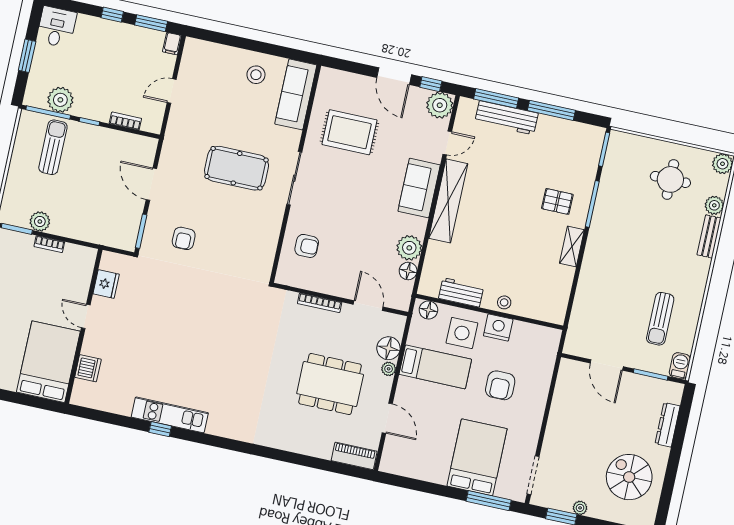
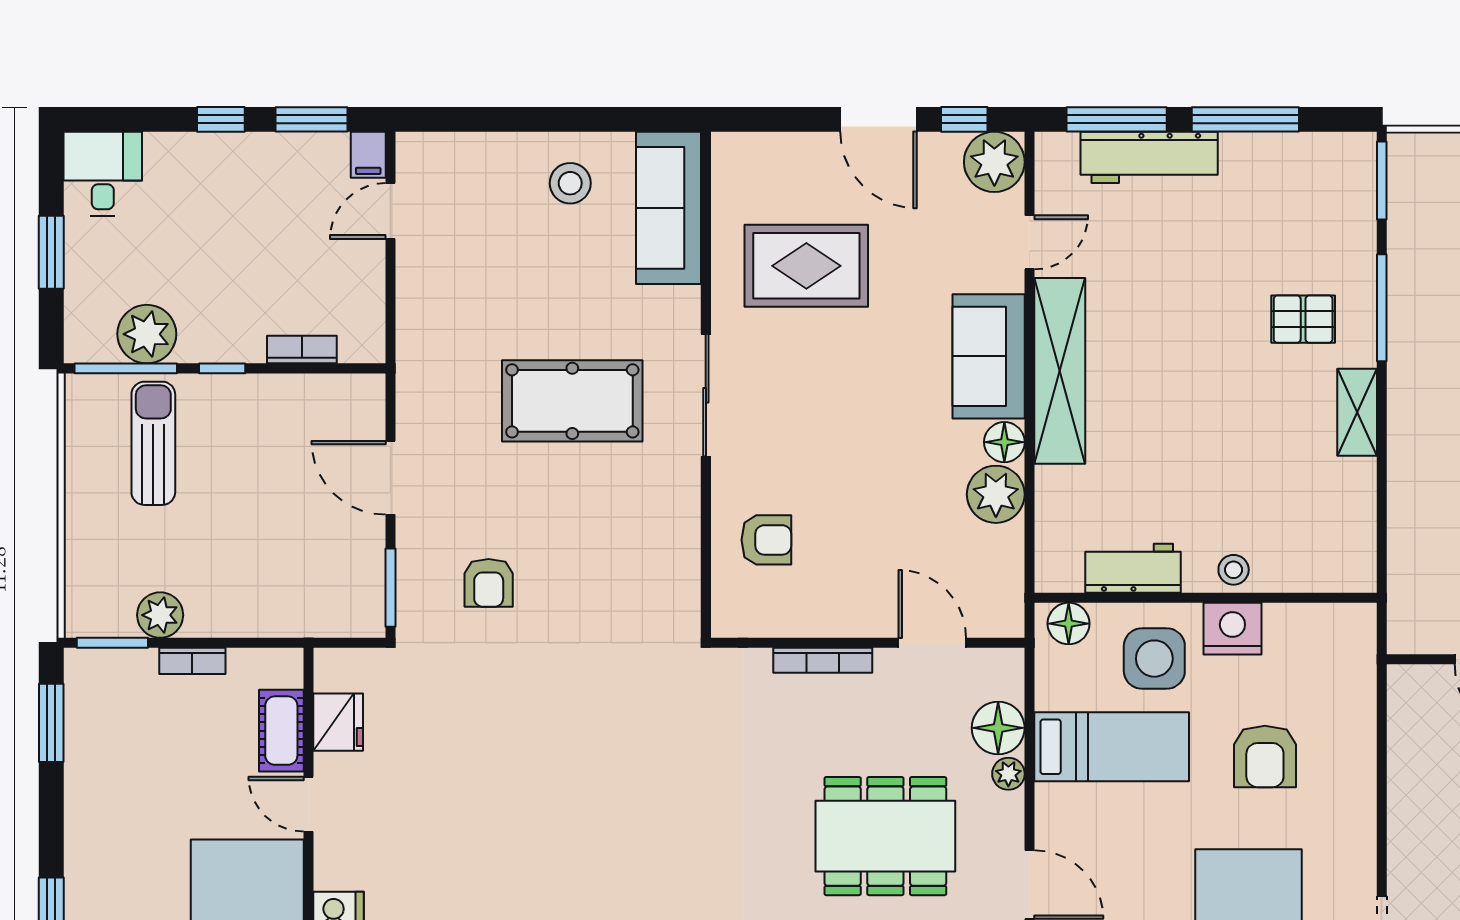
door: (172, 91) -> (390, 211), moved
floor lamp: (408, 271) -> (1004, 442), moved
cot: (81, 282) -> (281, 731), added

